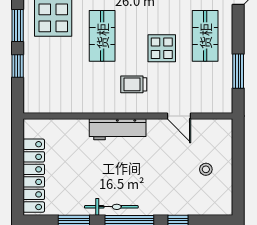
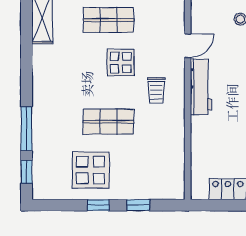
window: (18, 26) -> (98, 205), width x0.67
workbench: (118, 129) -> (201, 87), moved

